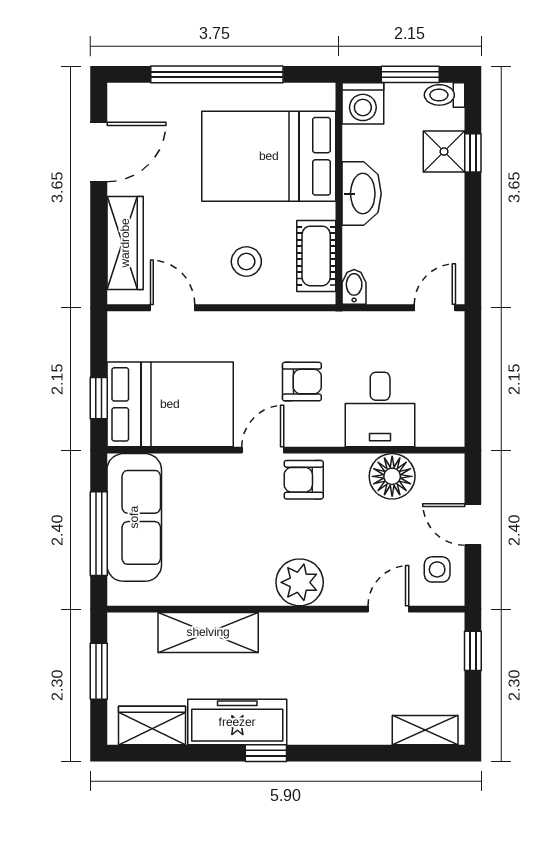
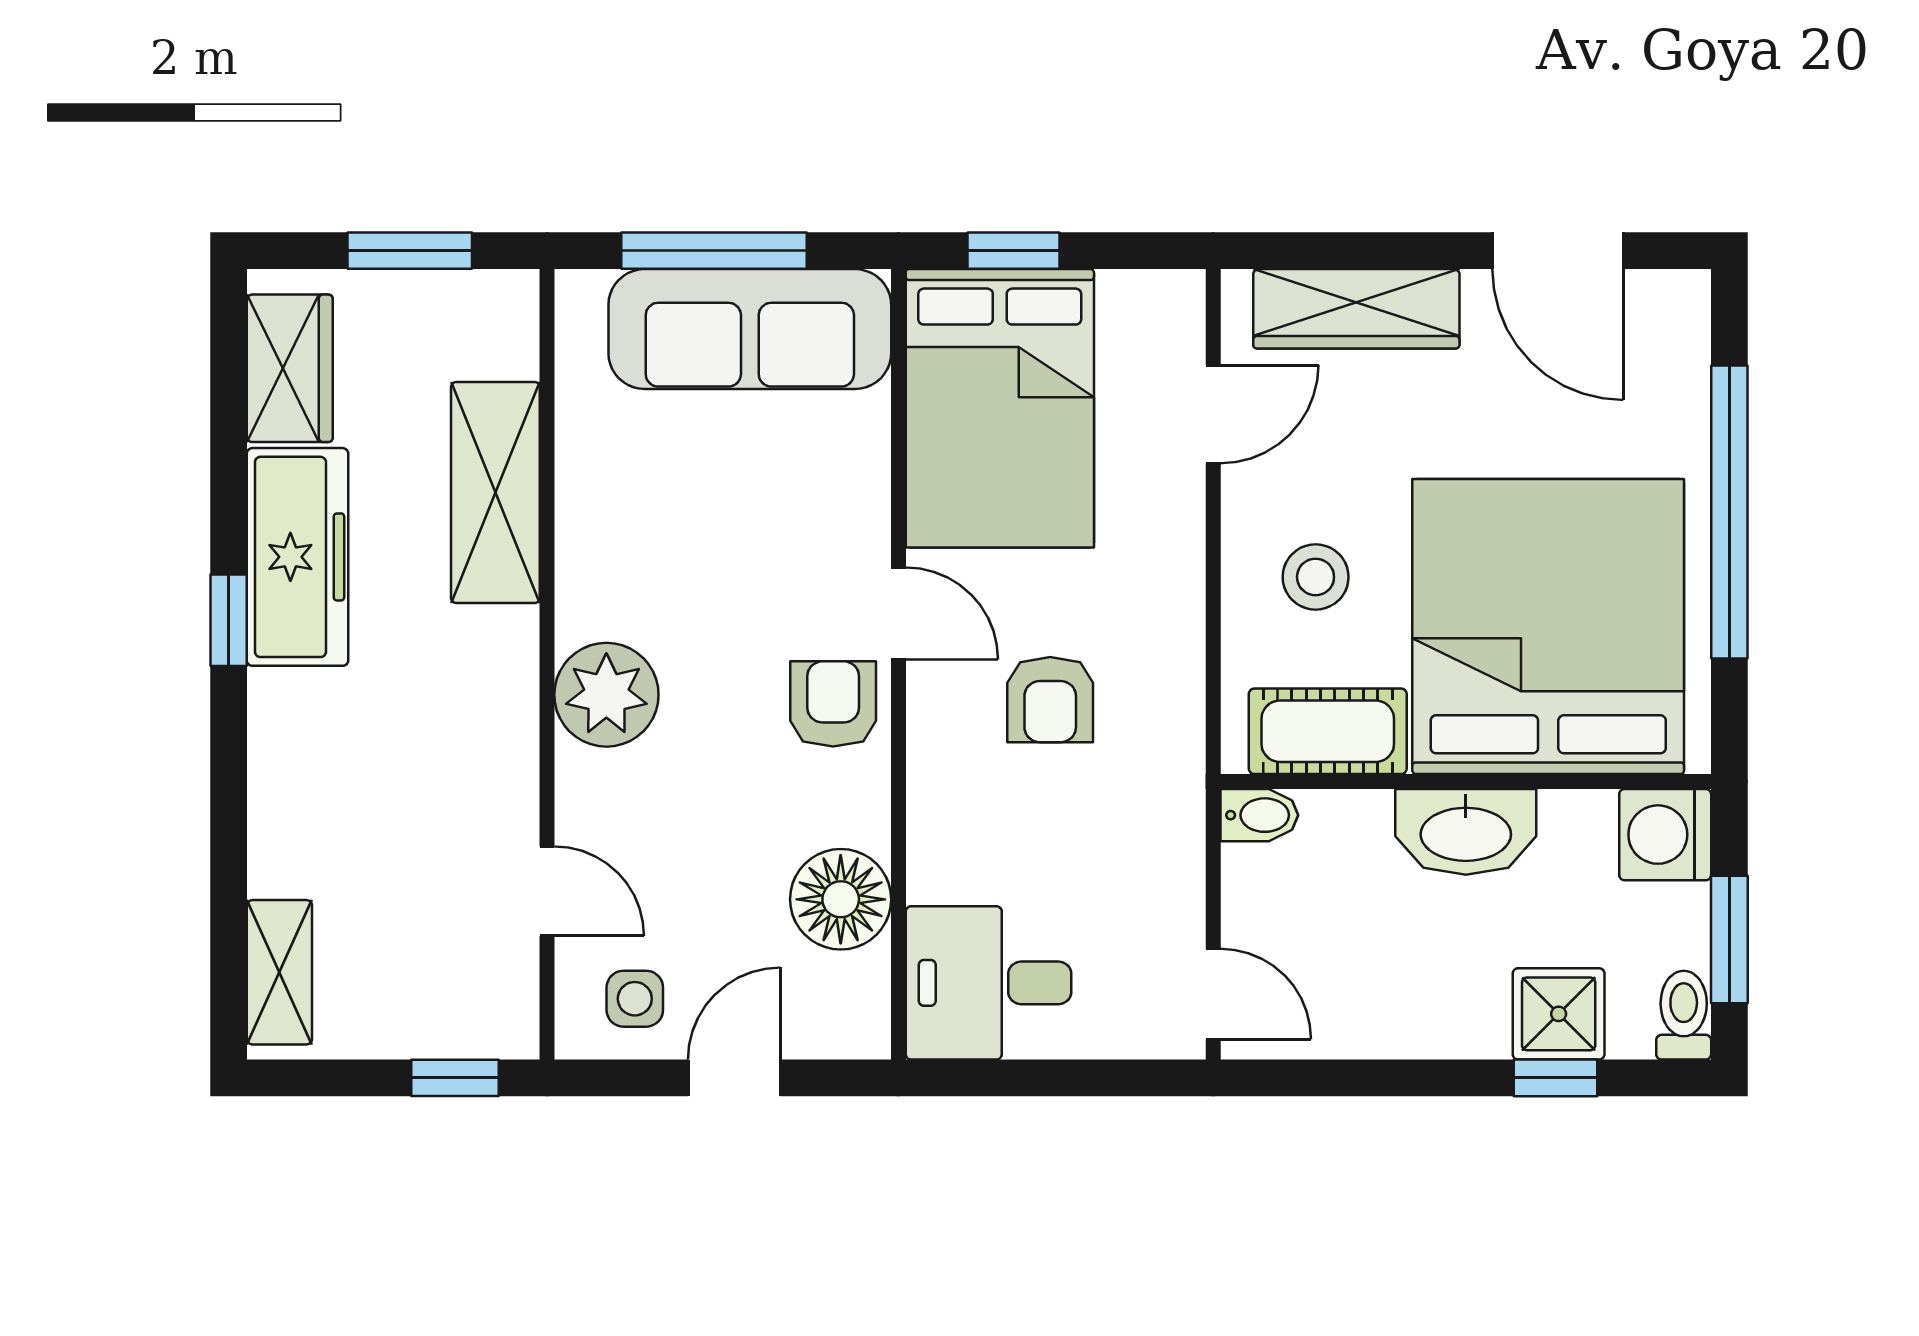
bed: (269, 156) -> (1548, 627), width x1.36
desk: (380, 409) -> (988, 983), moved

